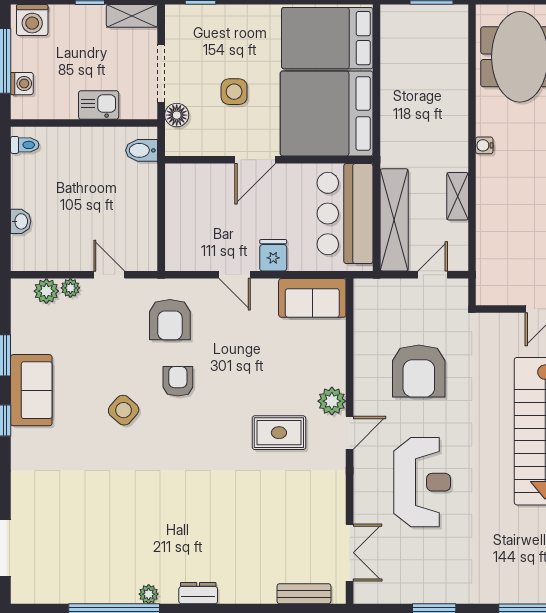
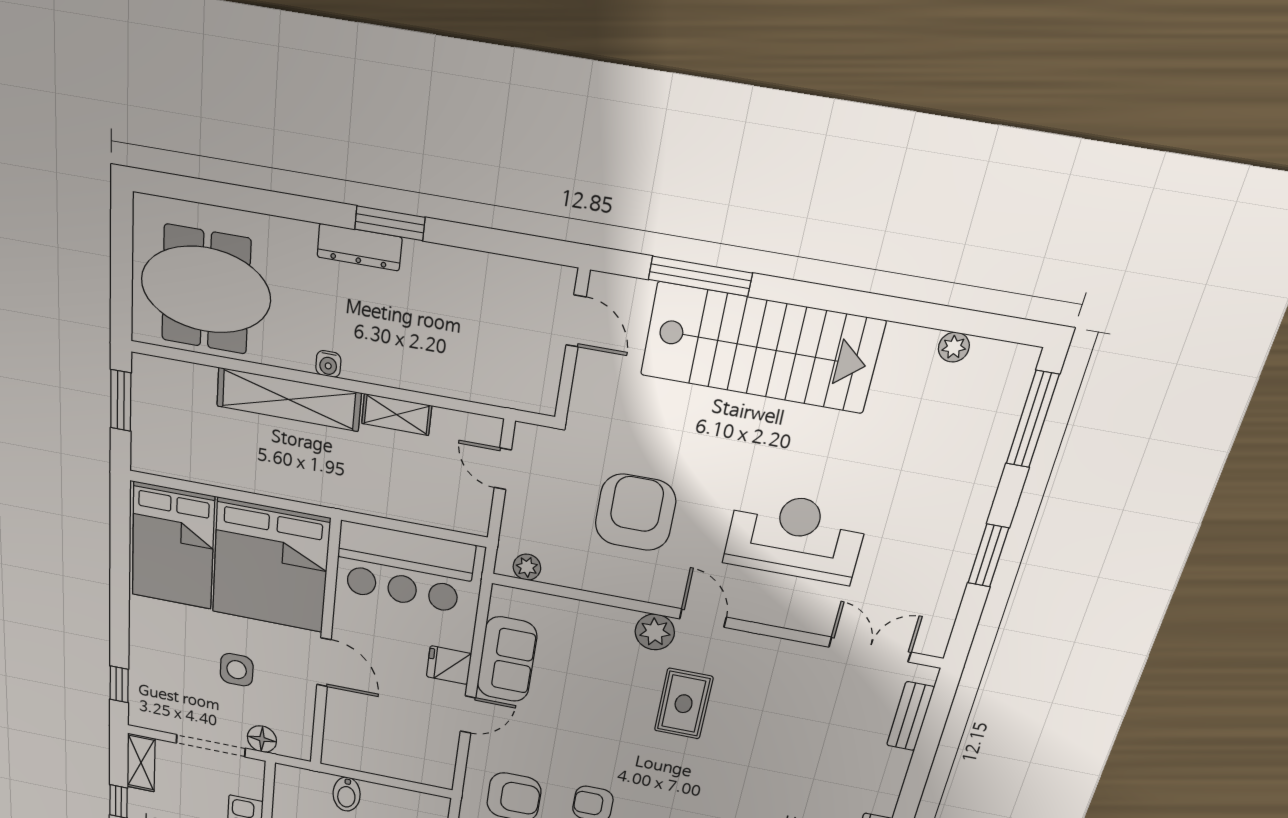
bidet: (142, 150) -> (347, 794), moved
shelving: (394, 220) -> (289, 399), moved
sofa: (312, 298) -> (507, 659), moved
plant: (363, 302) -> (527, 567), added
armchair: (419, 371) -> (635, 512), turned -90

